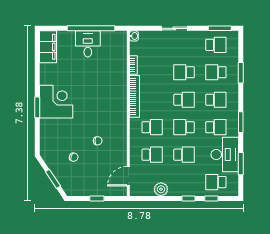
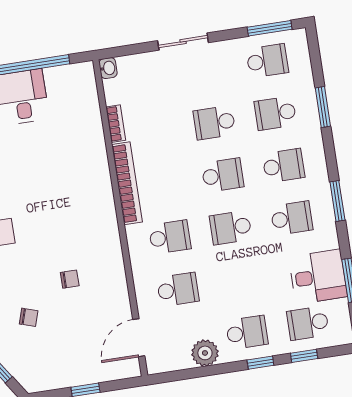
school desk: (184, 155) -> (247, 332), moved
desk: (225, 155) -> (318, 277), width x0.73

